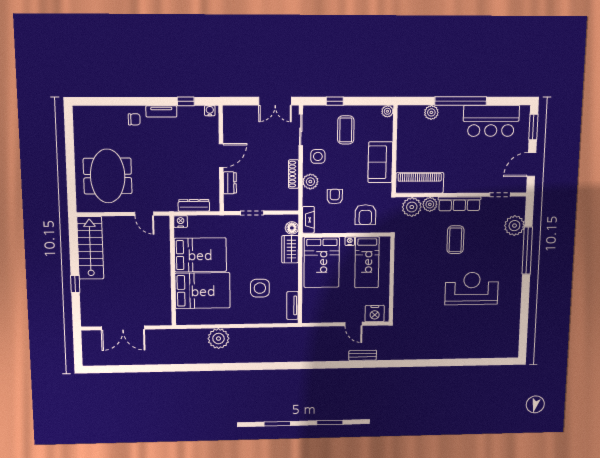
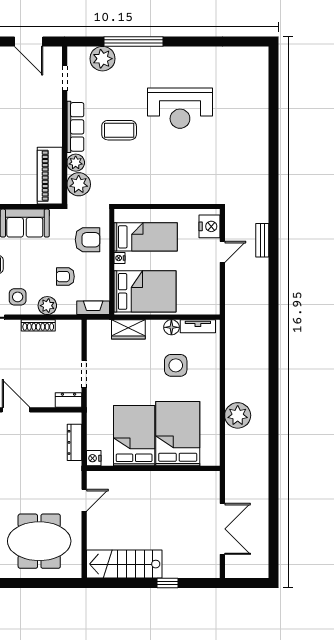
dresser: (230, 183) -> (69, 400), moved
floor lamp: (292, 228) -> (171, 327), moved
reception desk: (472, 288) -> (180, 108), turned -90

